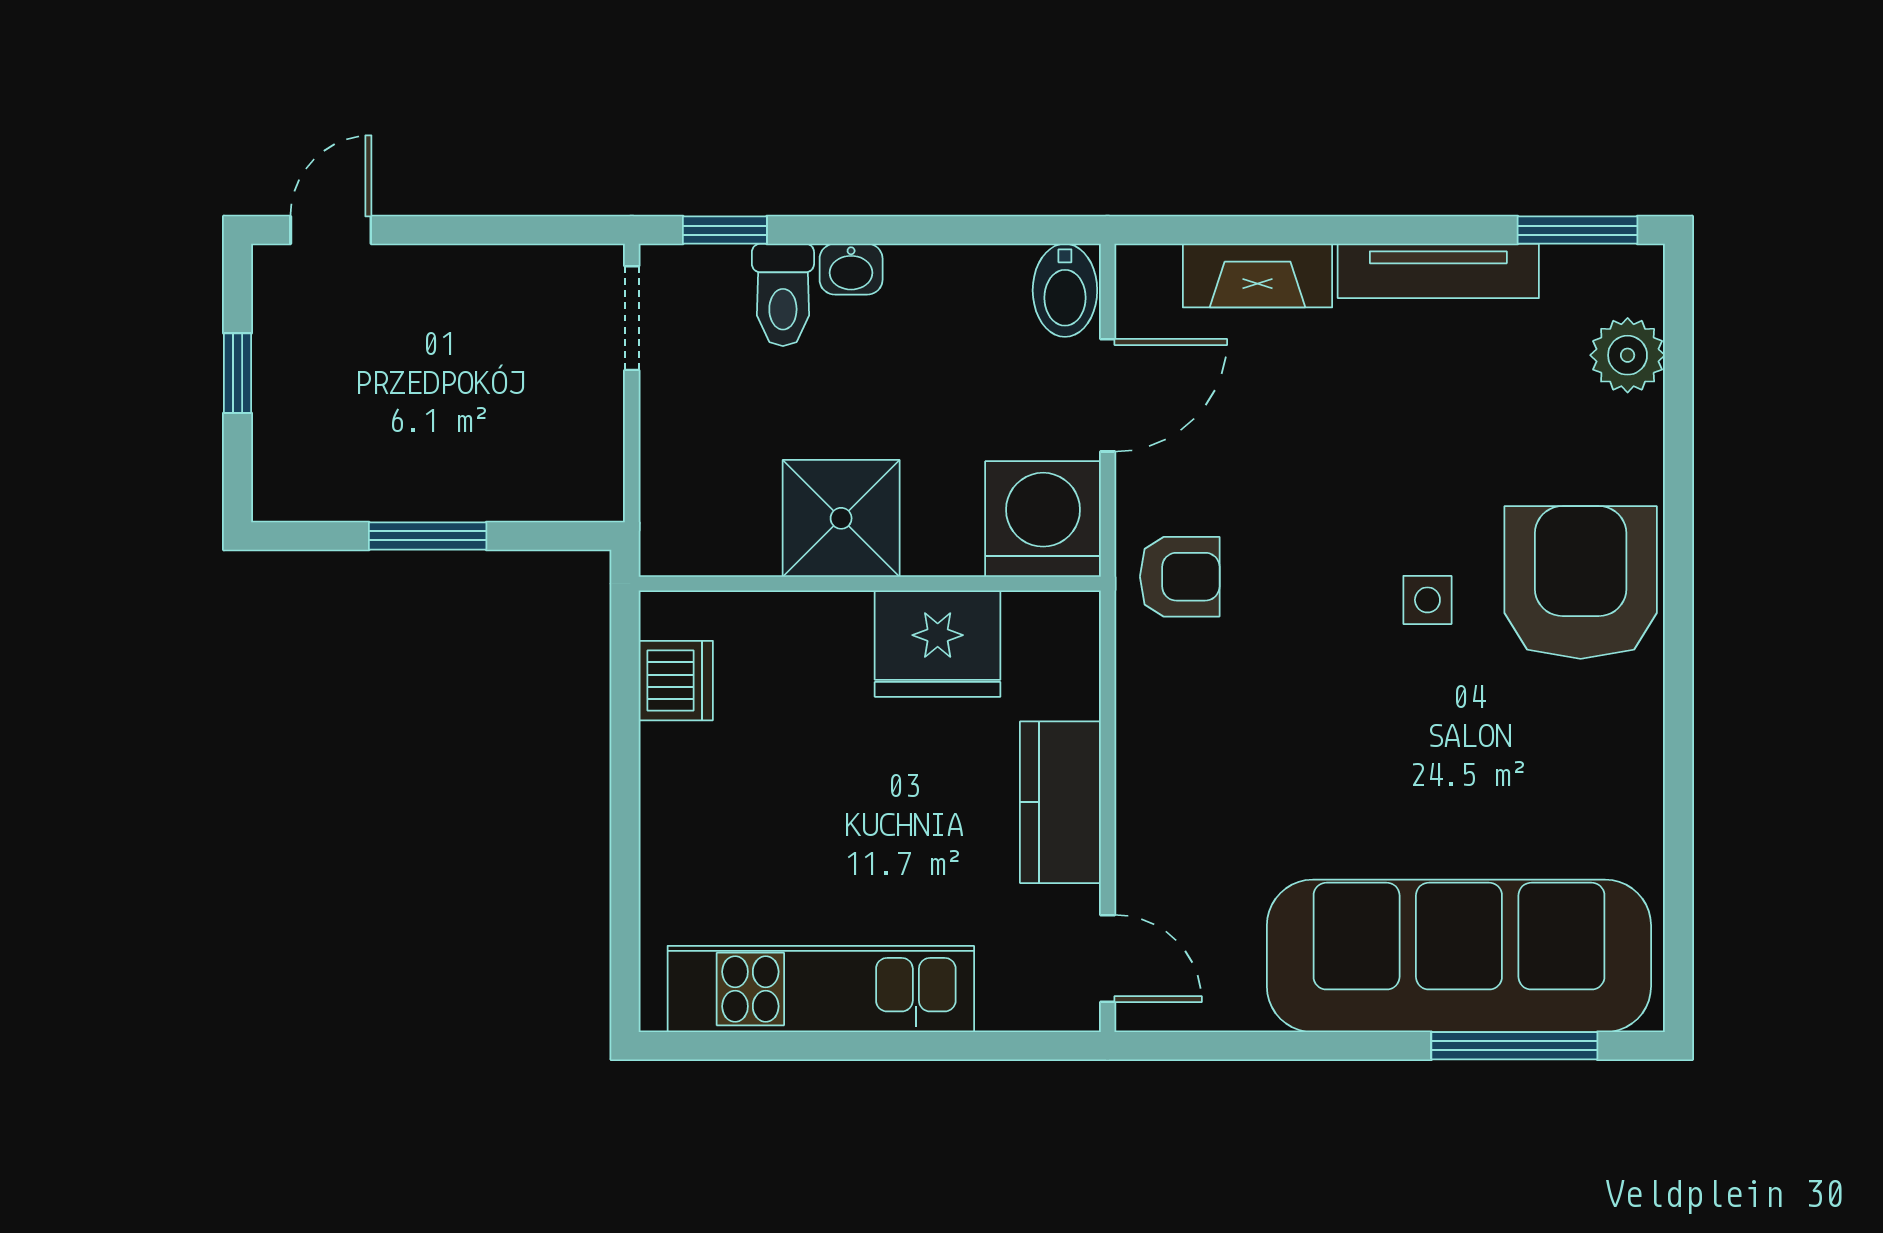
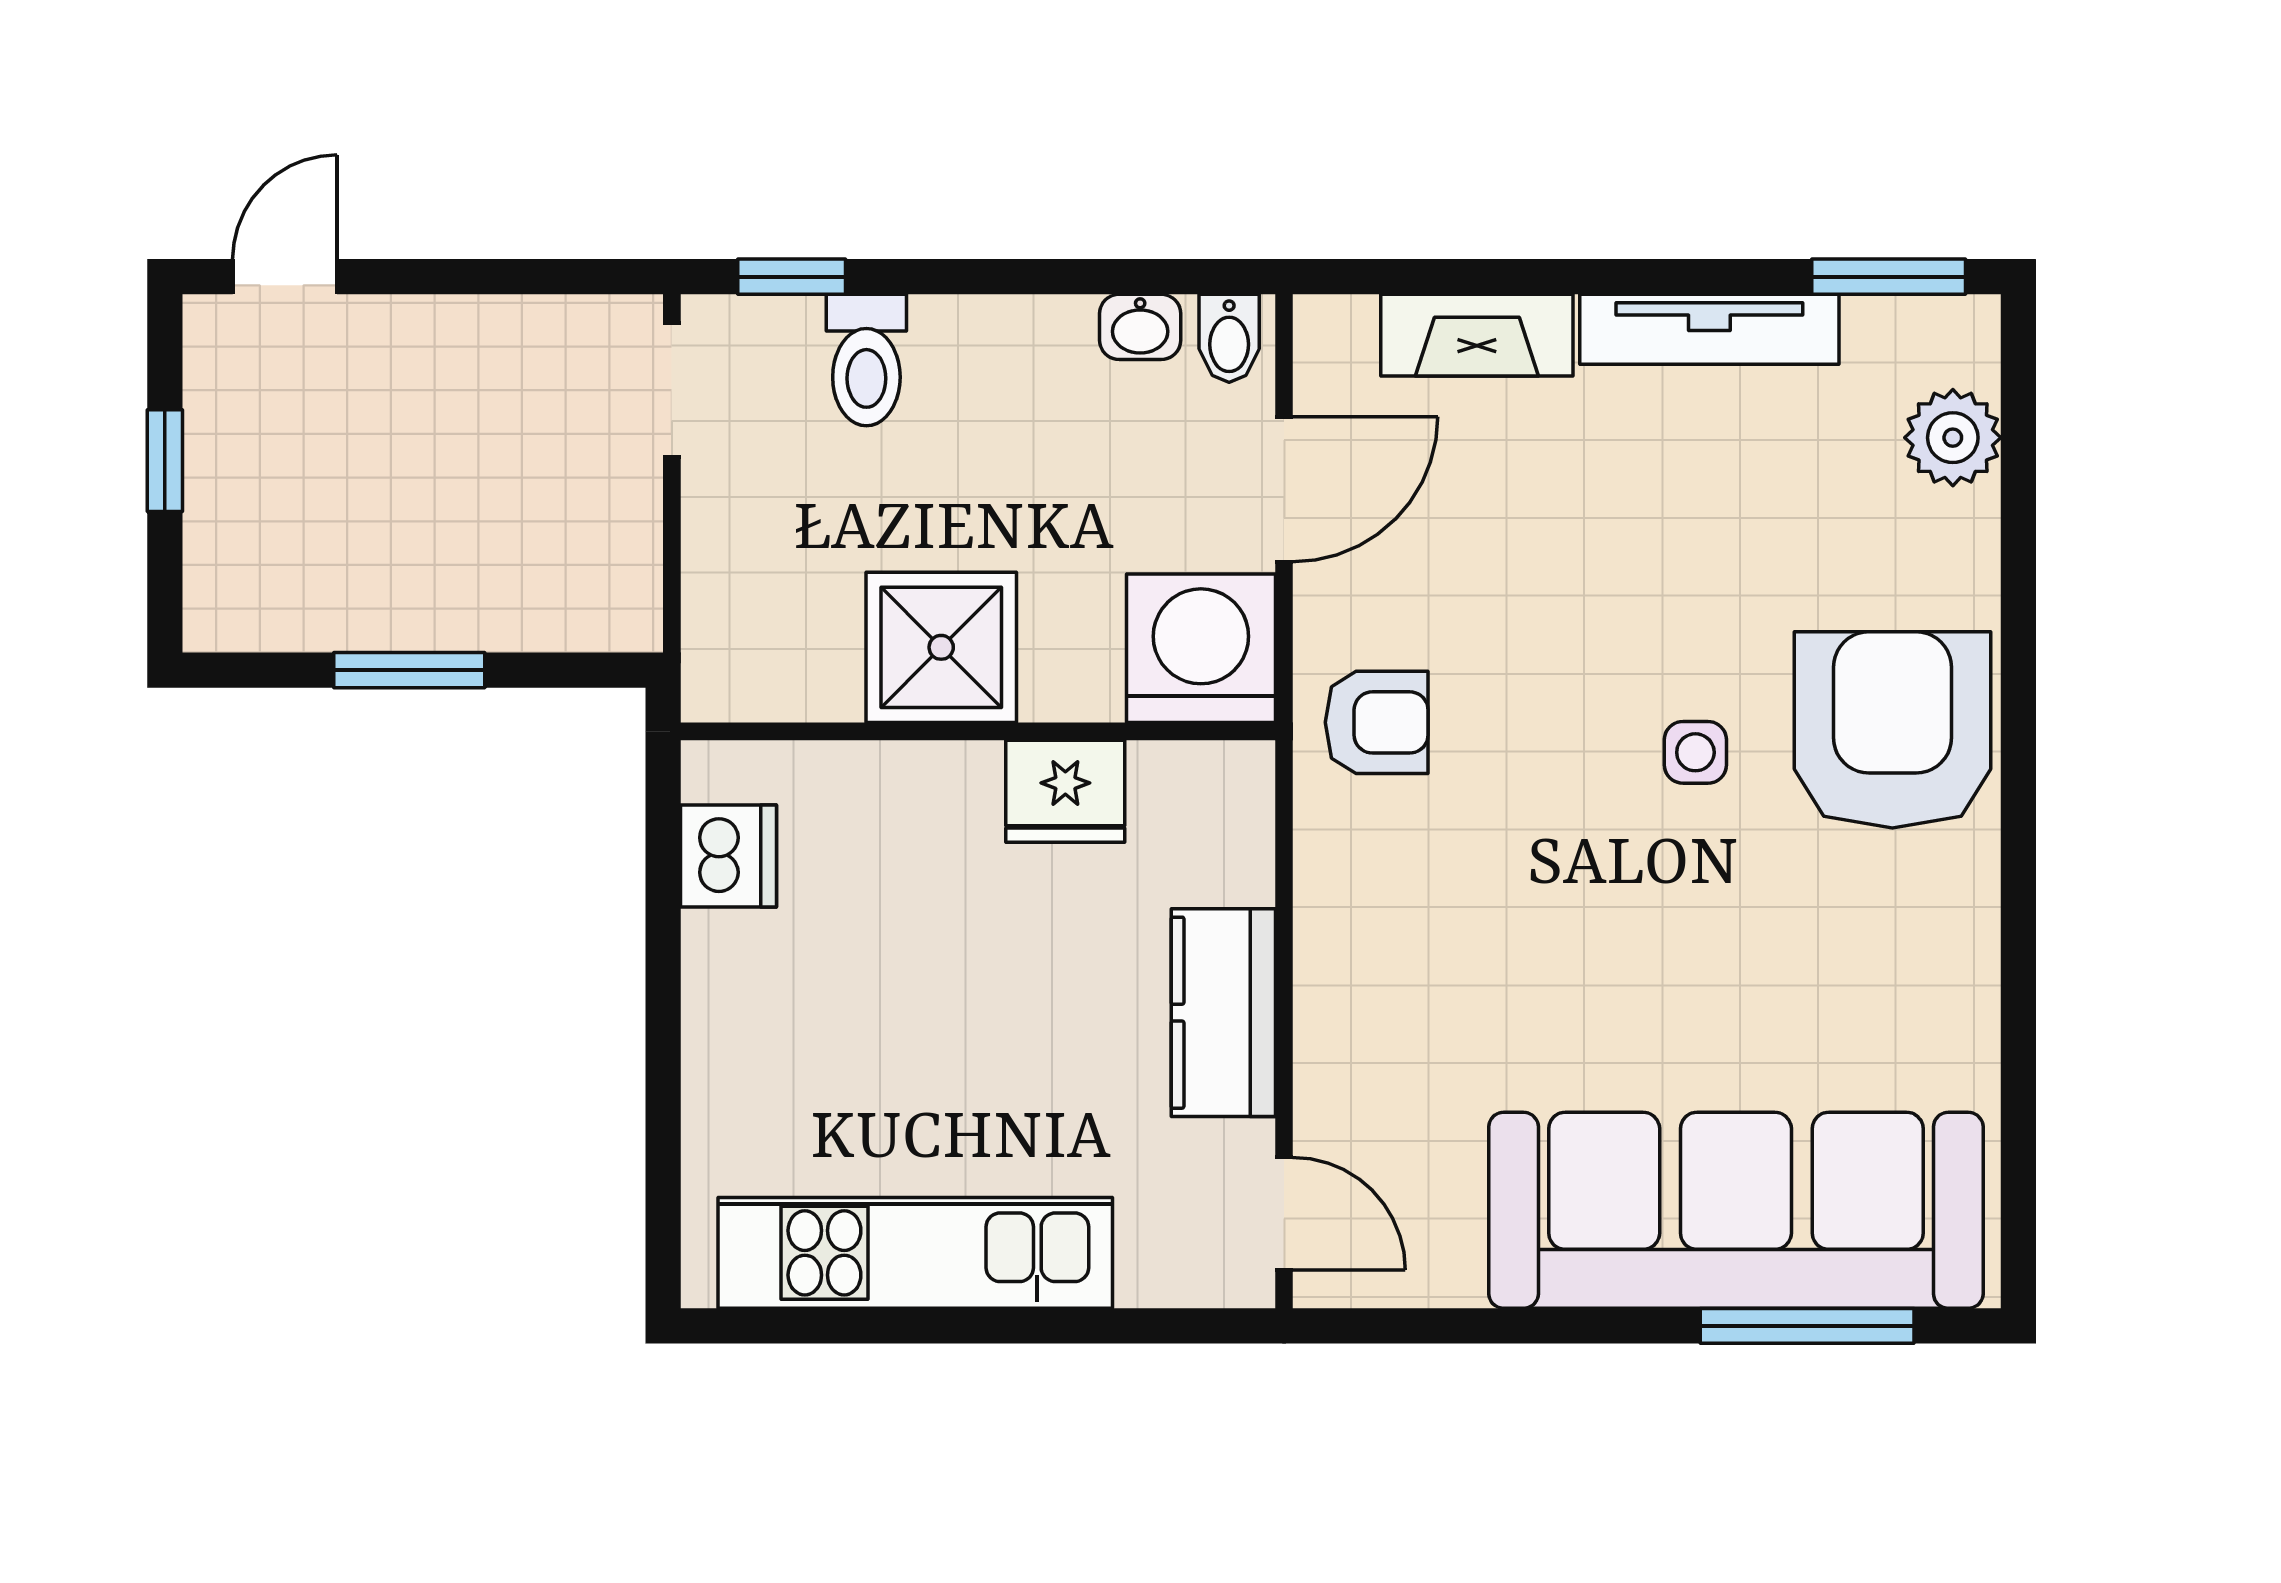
washbasin: (851, 269) -> (1140, 327), moved
bidet: (1065, 290) -> (1229, 338), width x0.72, depth x0.74
fridge: (938, 644) -> (1065, 791), width x0.73, depth x0.75

